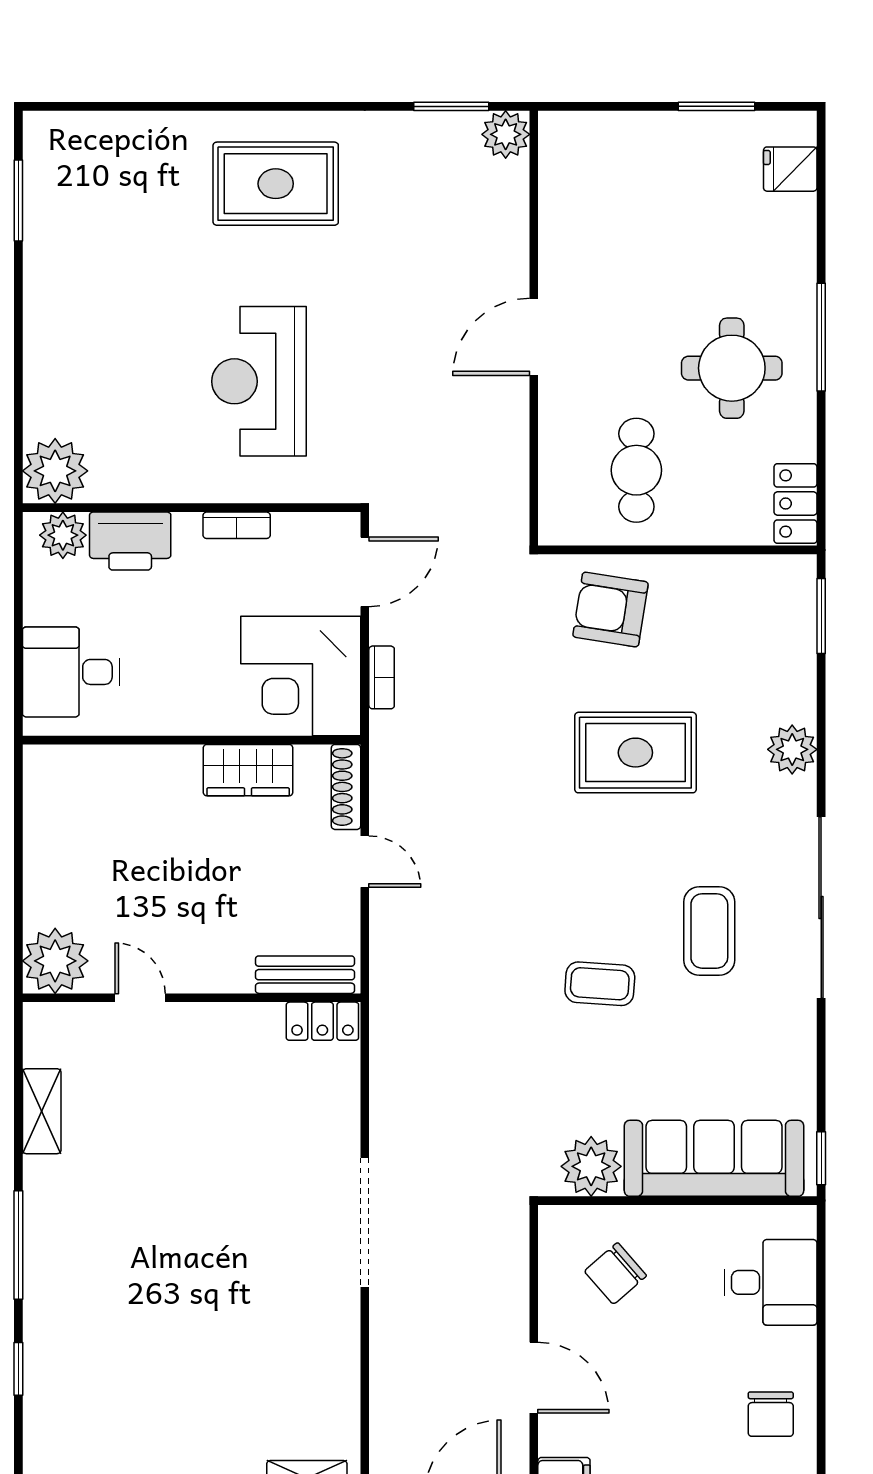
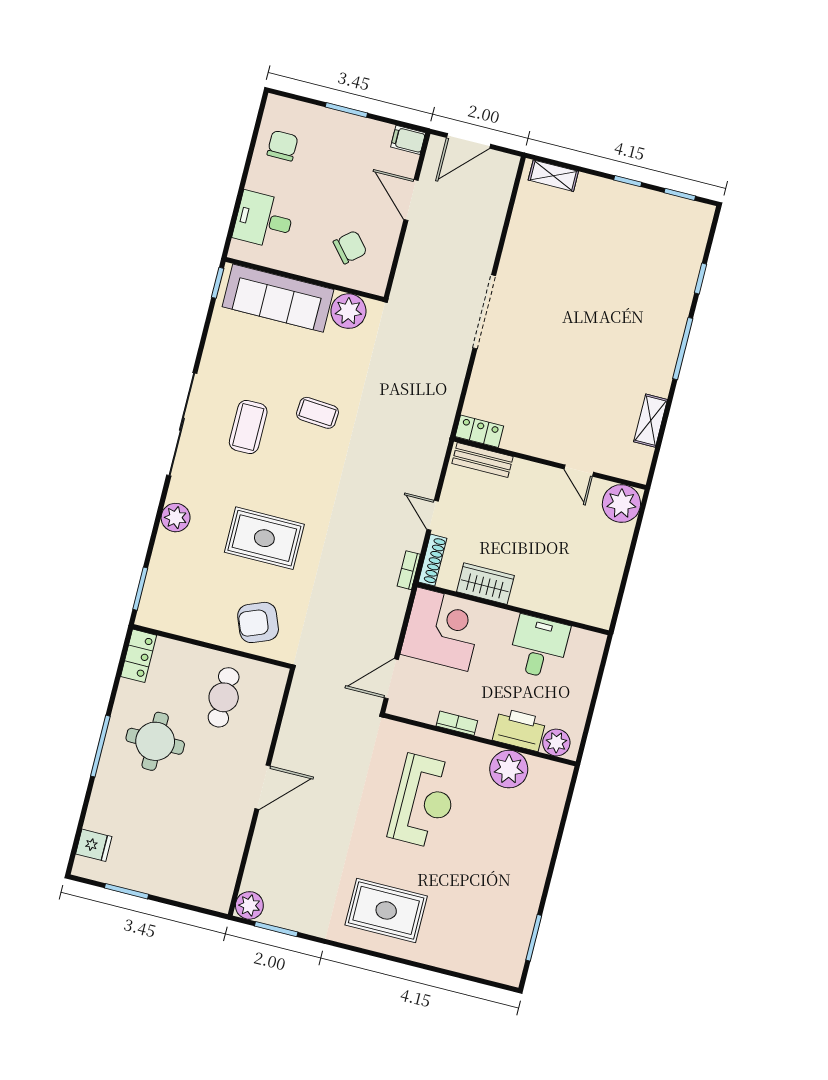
plant: (55, 471) -> (509, 769), moved
armchair: (610, 609) -> (258, 622), turned 149
desk: (71, 672) -> (539, 647), moved, turned -90
bookcase: (382, 677) -> (409, 570), moved

